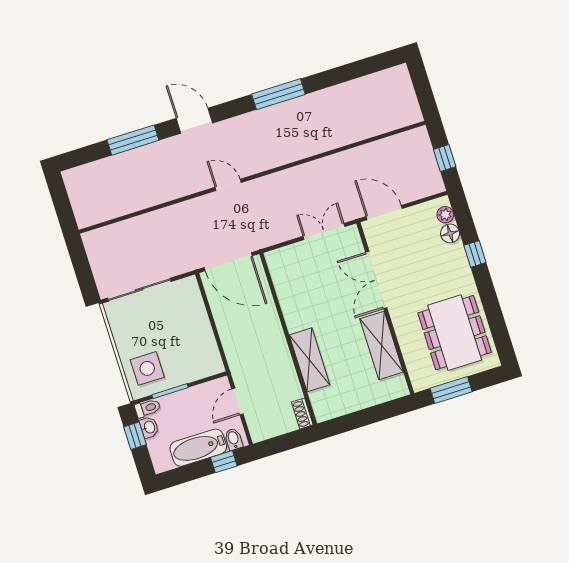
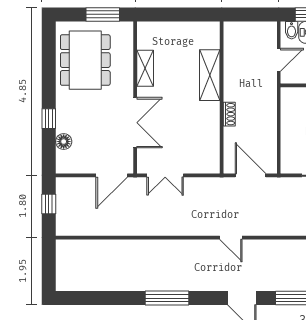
door: (384, 213) -> (112, 175), hinge flipped
plant: (445, 215) -> (63, 158), removed
door: (228, 262) -> (251, 175), width x0.73
shelving: (381, 345) -> (145, 68), width x0.67, depth x0.75
shoe rack: (302, 413) -> (229, 114), moved

